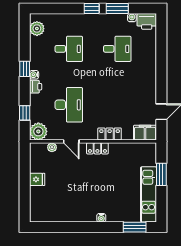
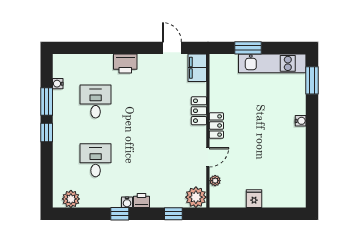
printer: (147, 21) -> (125, 64), moved, turned 90
desk: (69, 105) -> (164, 160), removed

